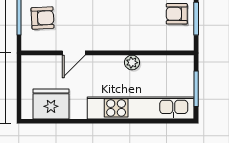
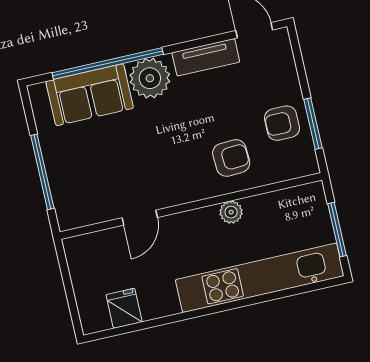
armchair: (43, 18) -> (231, 158), moved
fridge: (51, 104) -> (124, 308), width x0.53, depth x0.75

